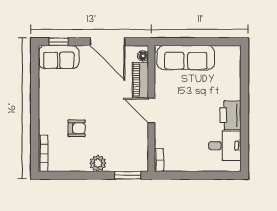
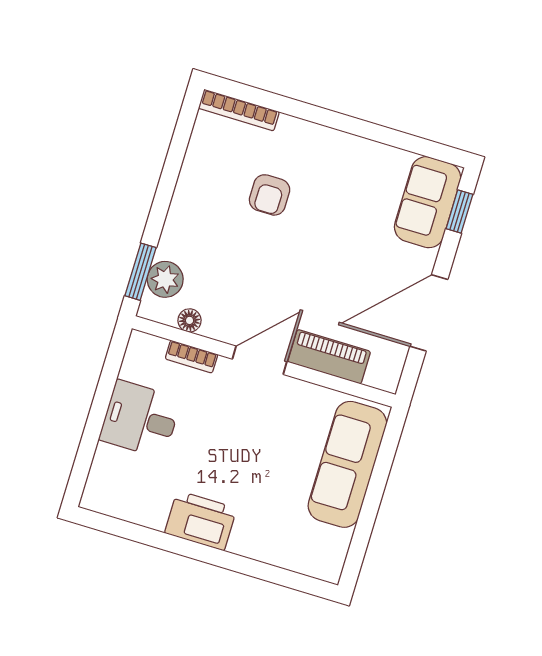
floor lamp: (143, 56) -> (190, 320), moved
desk: (225, 146) -> (140, 419), moved, turned 90
bookcase: (159, 160) -> (191, 357), moved
plant: (98, 163) -> (165, 279), moved

